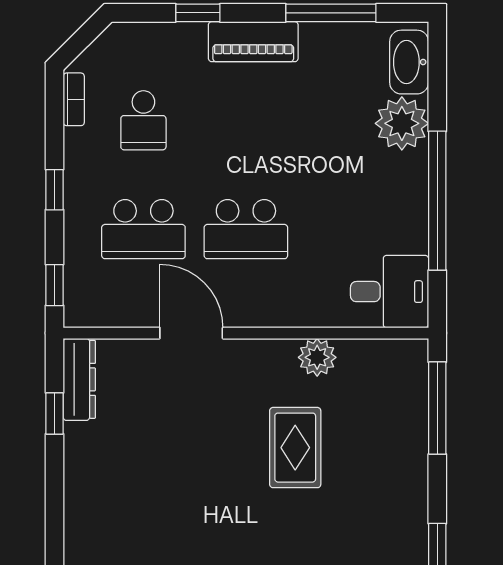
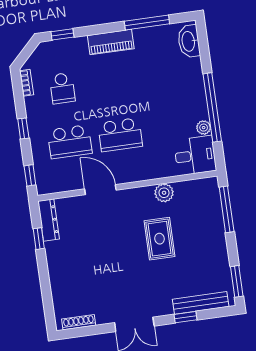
window: (198, 13) -> (62, 34), moved
plant: (402, 123) -> (204, 128), moved, width x0.53, depth x0.53

